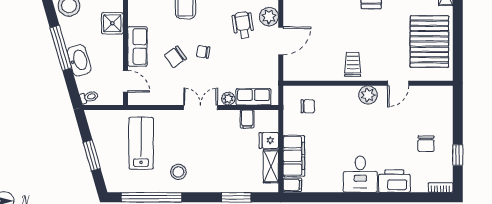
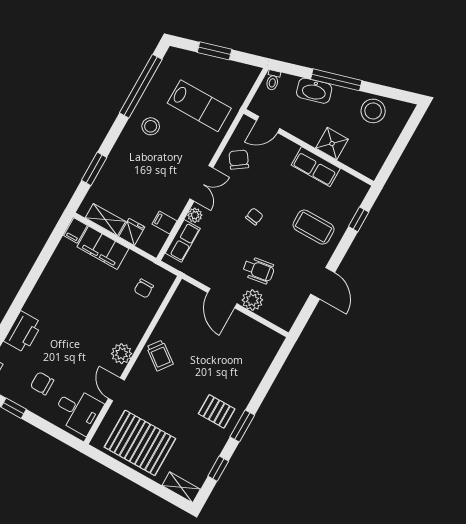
row of seats: (137, 46) -> (316, 167), moved
chair: (175, 57) -> (239, 160), moved
trolley: (353, 64) -> (160, 355), turned 37
desk: (360, 174) -> (78, 411), moved, turned 180

